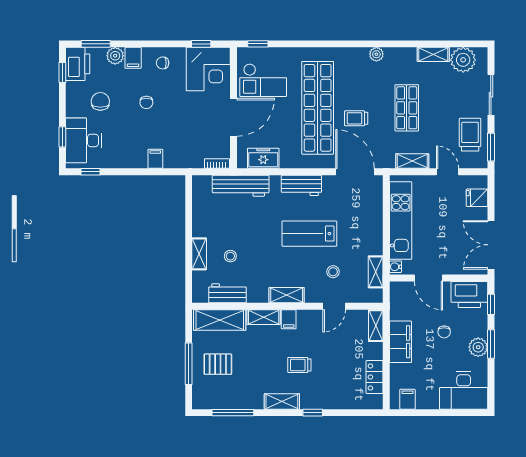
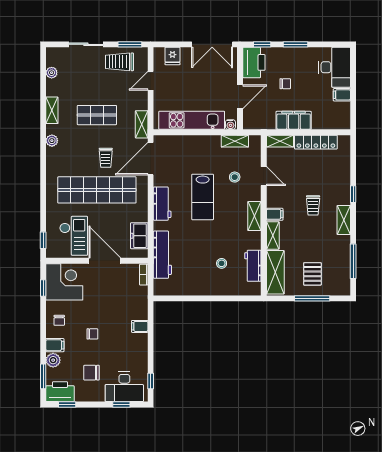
shelving: (433, 54) -> (52, 110), moved
plant: (463, 60) -> (52, 73), width x0.53, depth x0.53
shelving: (412, 161) -> (142, 124), moved
shelving: (199, 254) -> (220, 290), removed
plant: (478, 347) -> (298, 55), removed
locker: (375, 377) -> (316, 142), width x1.53
filing cabinet: (407, 399) -> (342, 95), moved

